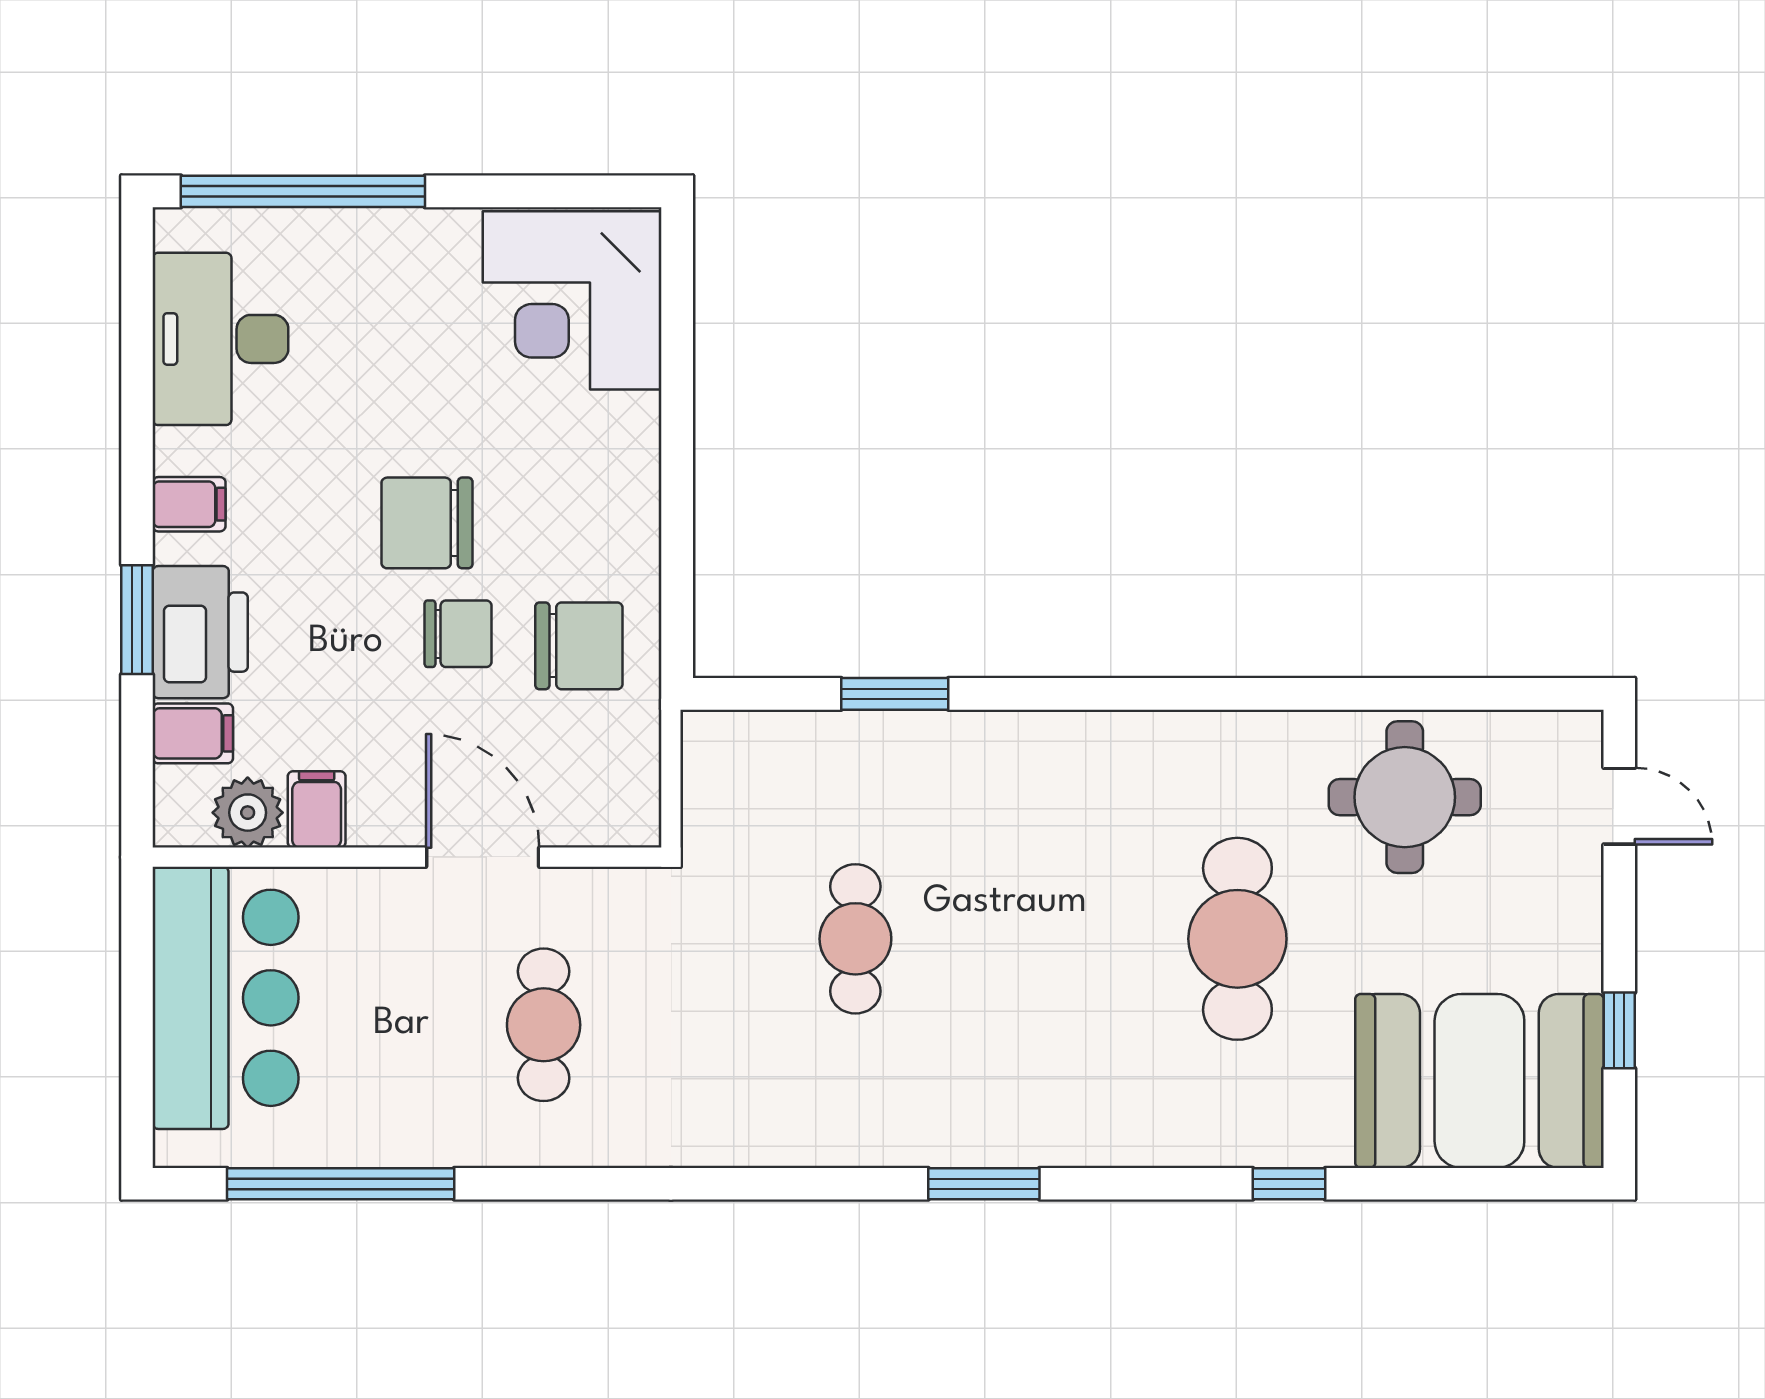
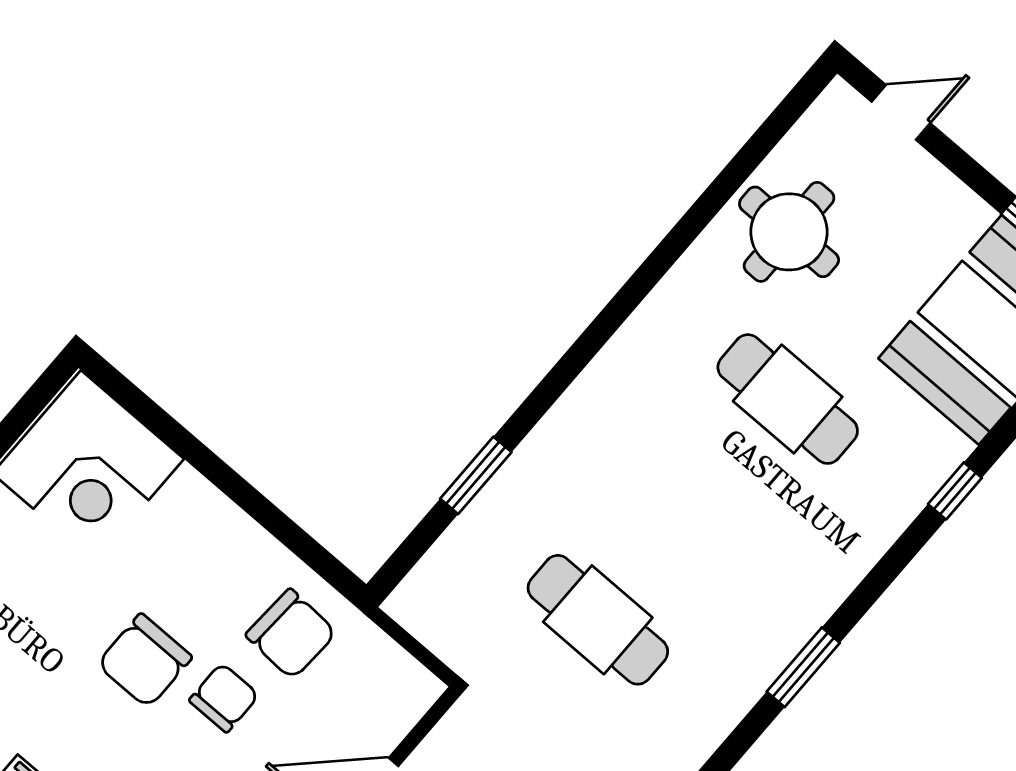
chair: (579, 646) -> (291, 634), turned 93
cafe table: (855, 939) -> (598, 620), width x1.37, depth x1.35

